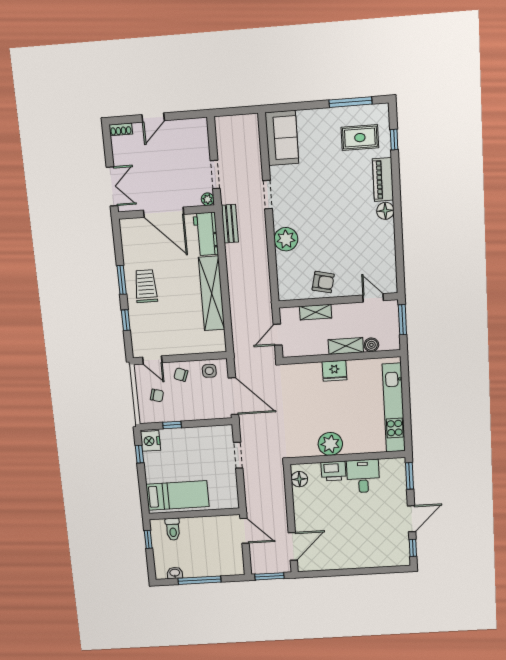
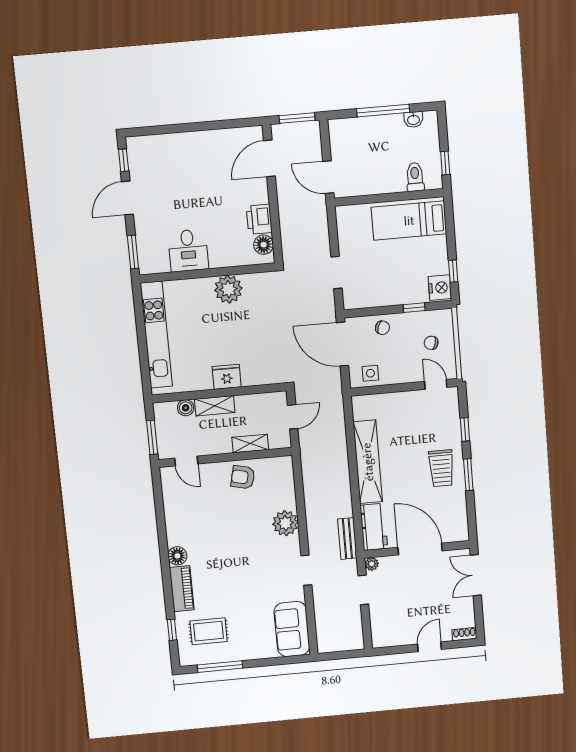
chair: (181, 375) -> (382, 328), moved
printer: (334, 471) -> (259, 219), moved, turned -90

